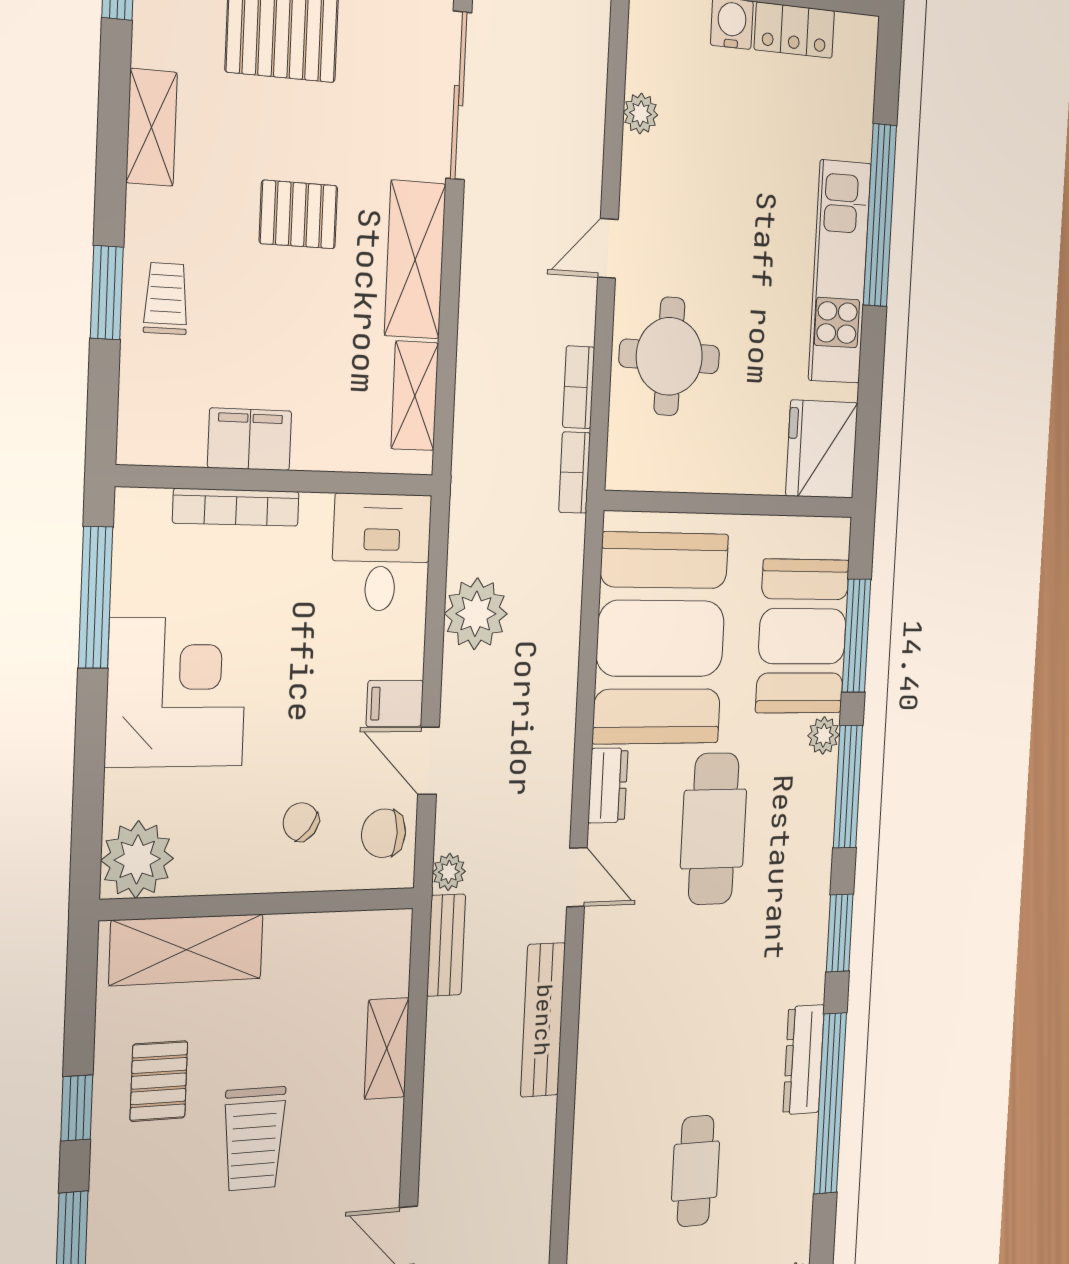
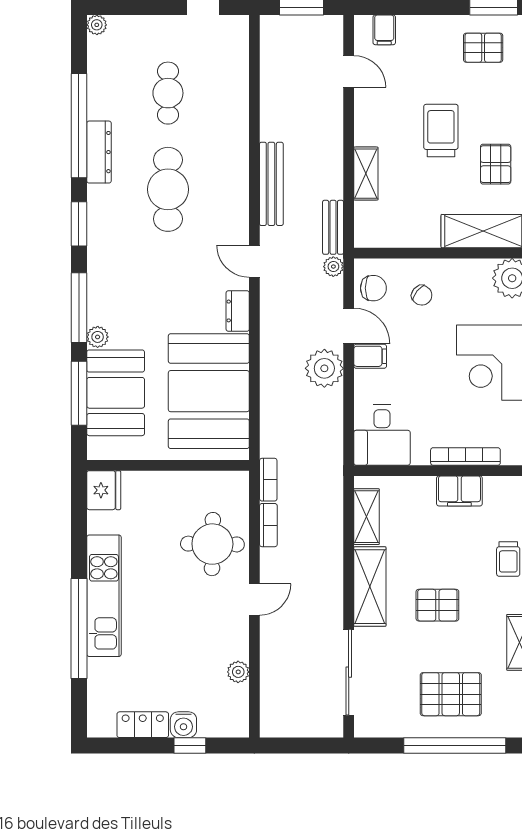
fridge: (822, 449) -> (104, 490), width x0.73, depth x0.75
plant: (476, 614) -> (324, 368), moved
cafe table: (714, 829) -> (168, 189), moved

